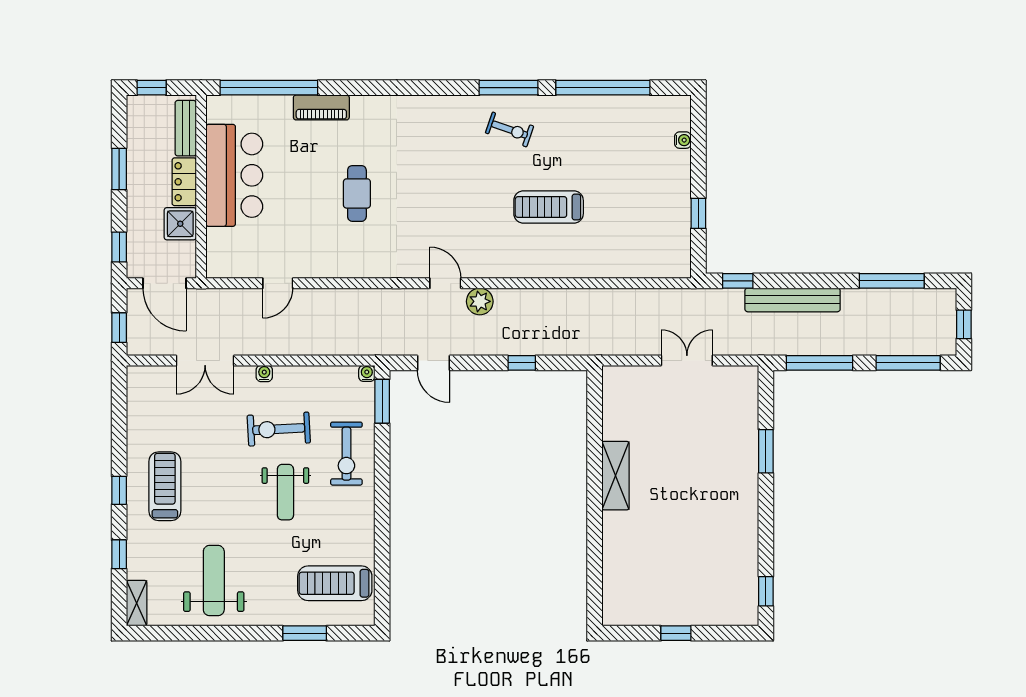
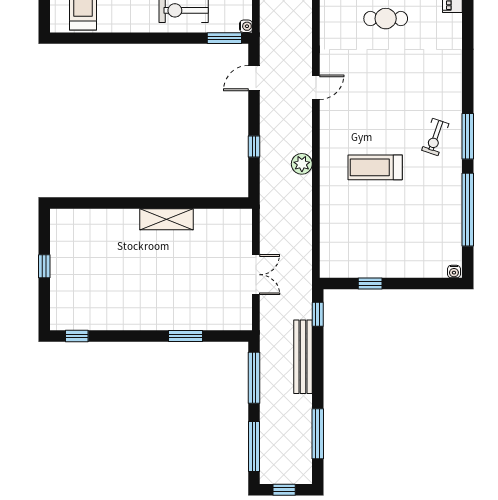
water cooler: (683, 140) -> (454, 272), moved
treadmill: (549, 207) -> (375, 167), turned -90
plant: (480, 301) -> (302, 164), moved

